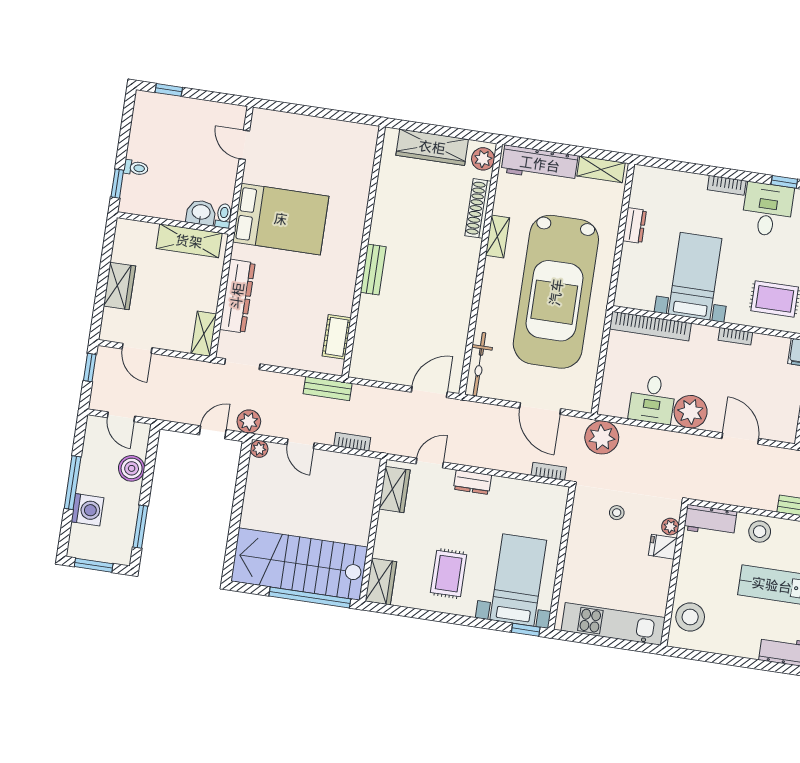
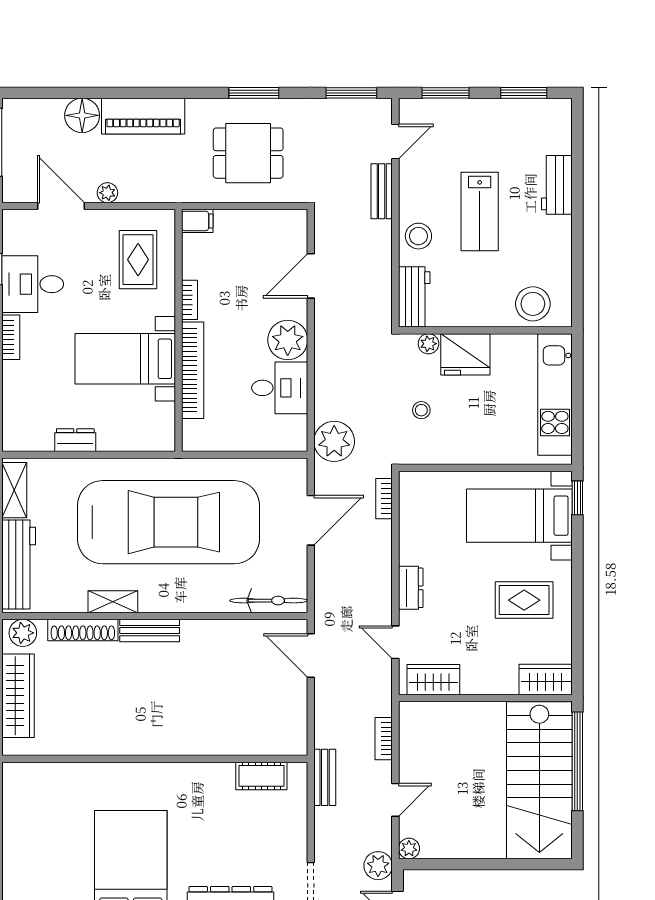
bench: (373, 269) -> (150, 631), moved
bookcase: (650, 326) -> (193, 370), moved
fridge: (663, 547) -> (465, 354), width x1.88, depth x1.34

